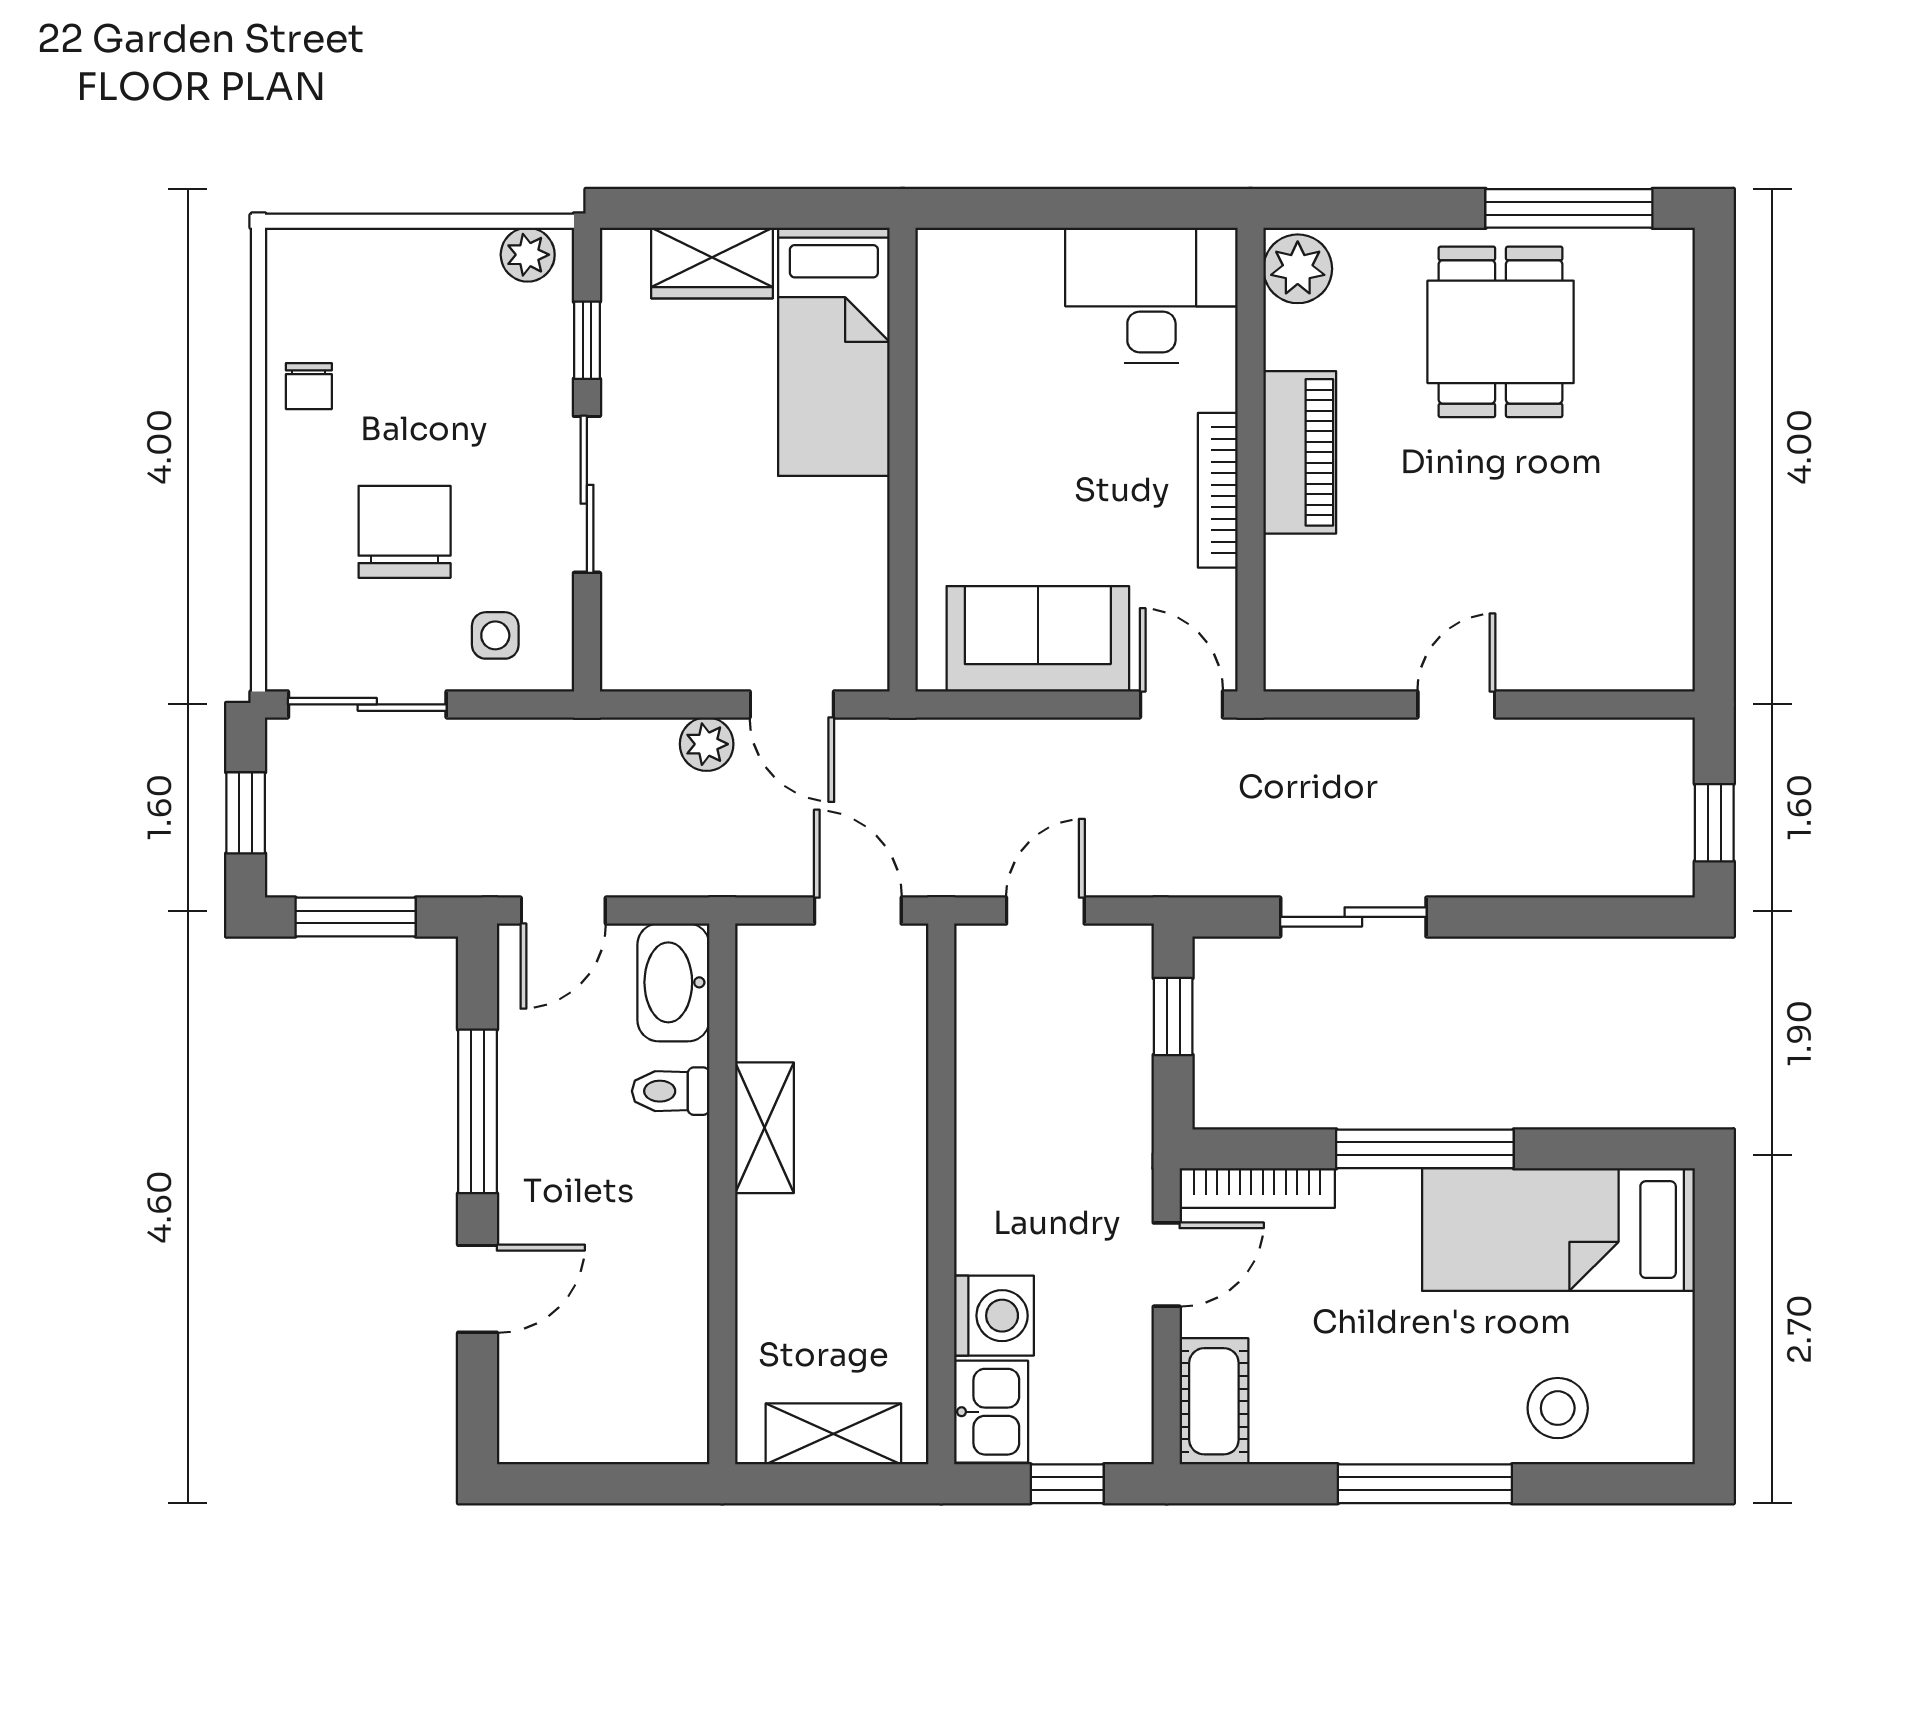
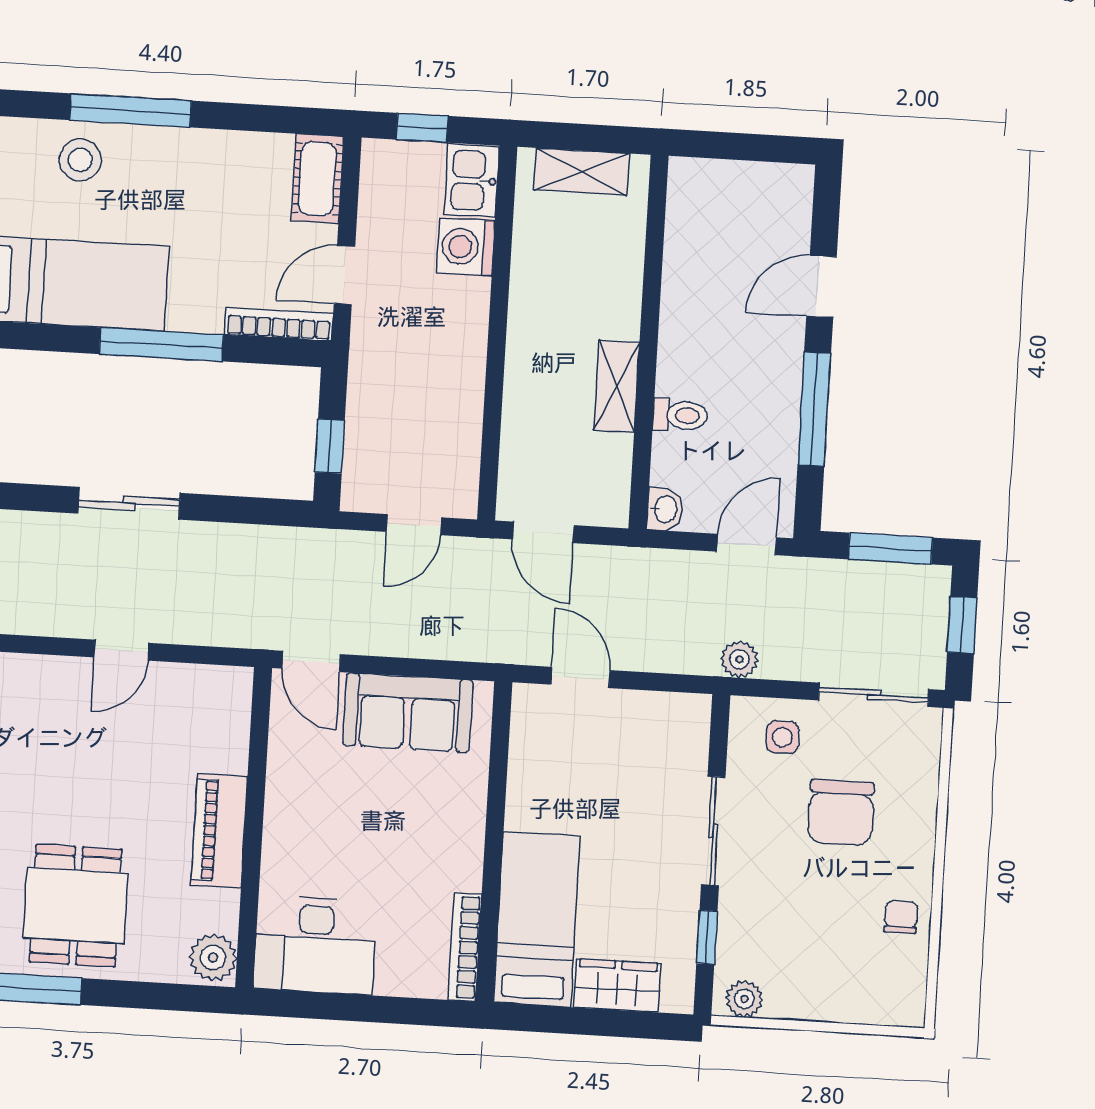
bookcase: (1218, 490) -> (465, 947), moved, turned 180
plant: (707, 744) -> (739, 659), moved
sliding door: (1353, 917) -> (129, 503), moved
washbasin: (673, 982) -> (665, 509), width x0.52, depth x0.69
window: (1425, 1484) -> (131, 110), moved

